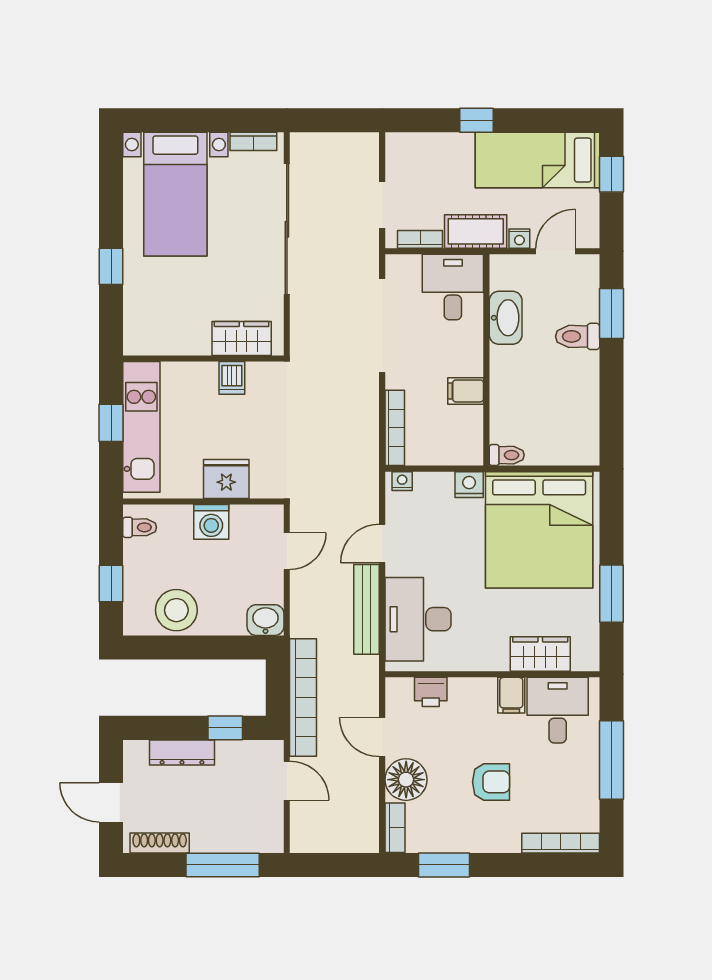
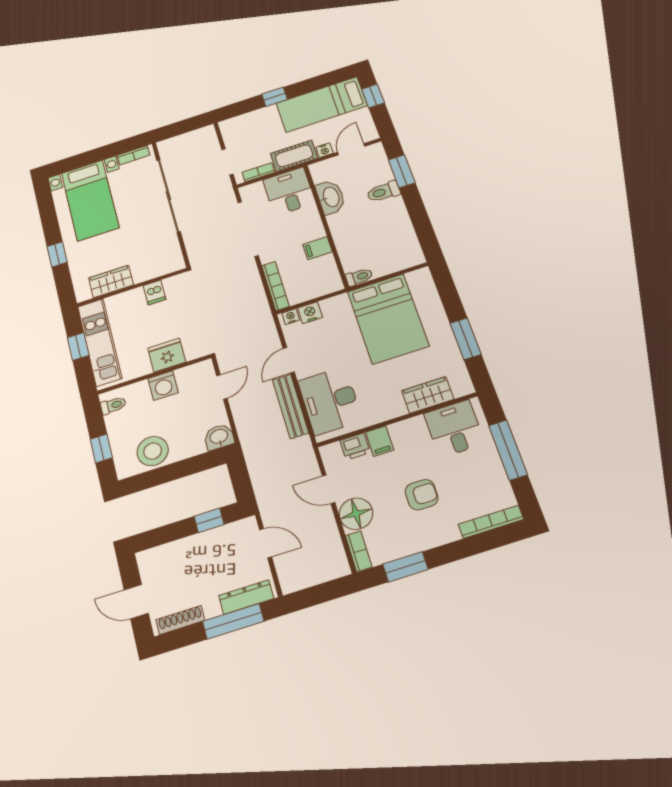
wardrobe: (242, 338) -> (111, 281), moved
nightstand: (469, 485) -> (310, 313), moved
bed: (539, 530) -> (388, 319), width x0.73
filing cabinet: (511, 695) -> (380, 441), moved
bookcase: (303, 698) -> (261, 481), removed
dresser: (182, 752) -> (246, 597), moved, turned 180

